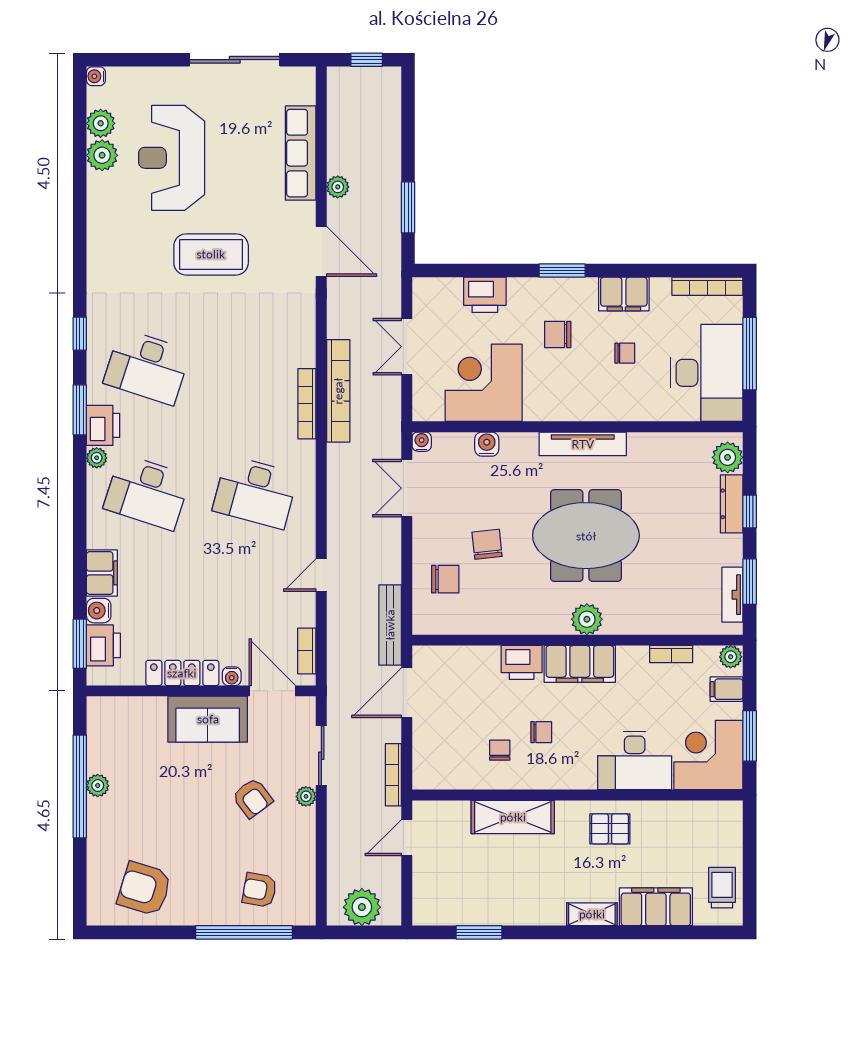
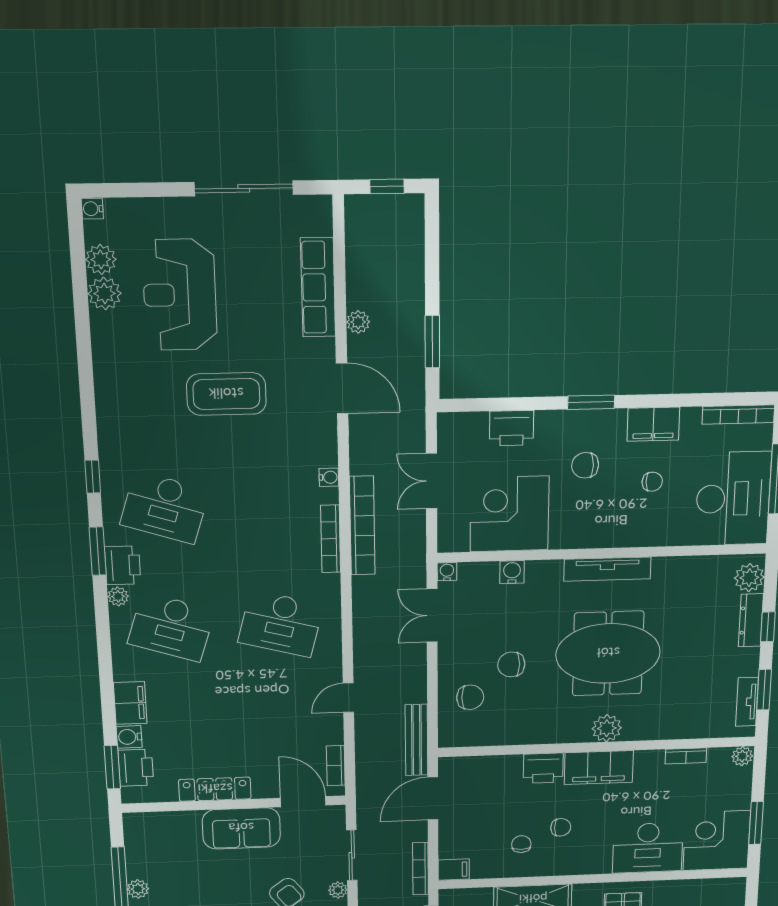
chair: (487, 544) -> (511, 664), turned -84
water cooler: (232, 676) -> (329, 477), moved, turned -90
filing cabinet: (727, 689) -> (454, 870), moved, turned 180

